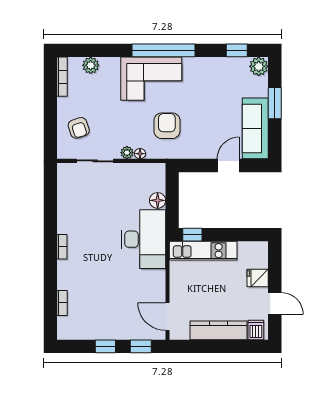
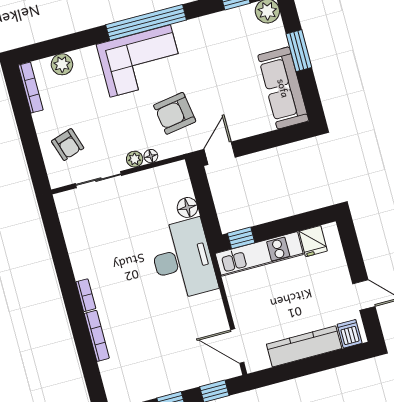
armchair: (167, 126) -> (175, 113), turned -99
door: (228, 165) -> (220, 153), moved
fridge: (258, 278) -> (313, 241), moved, turned -90
bookcase: (62, 303) -> (97, 336), moved, width x1.56

